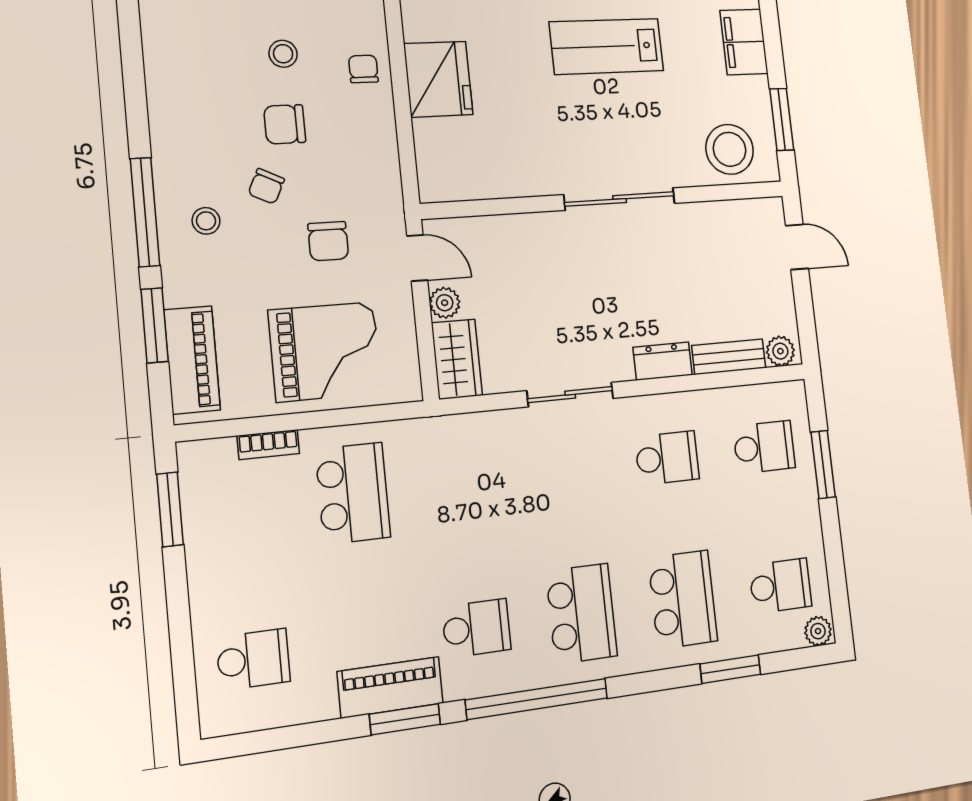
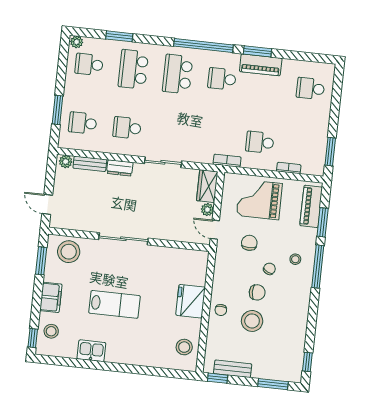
stool: (283, 54) -> (252, 321), width x1.89, depth x1.89
bookcase: (423, 430) -> (227, 161), added
school desk: (353, 493) -> (260, 142), width x0.54

